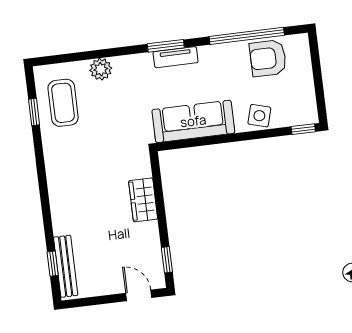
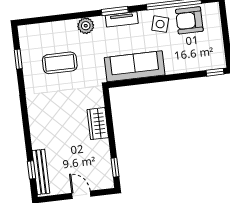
plant: (101, 69) -> (86, 26), moved
coffee table: (63, 103) -> (60, 63), moved, turned 90
side table: (259, 116) -> (160, 24), moved
door: (139, 295) -> (81, 195), moved

